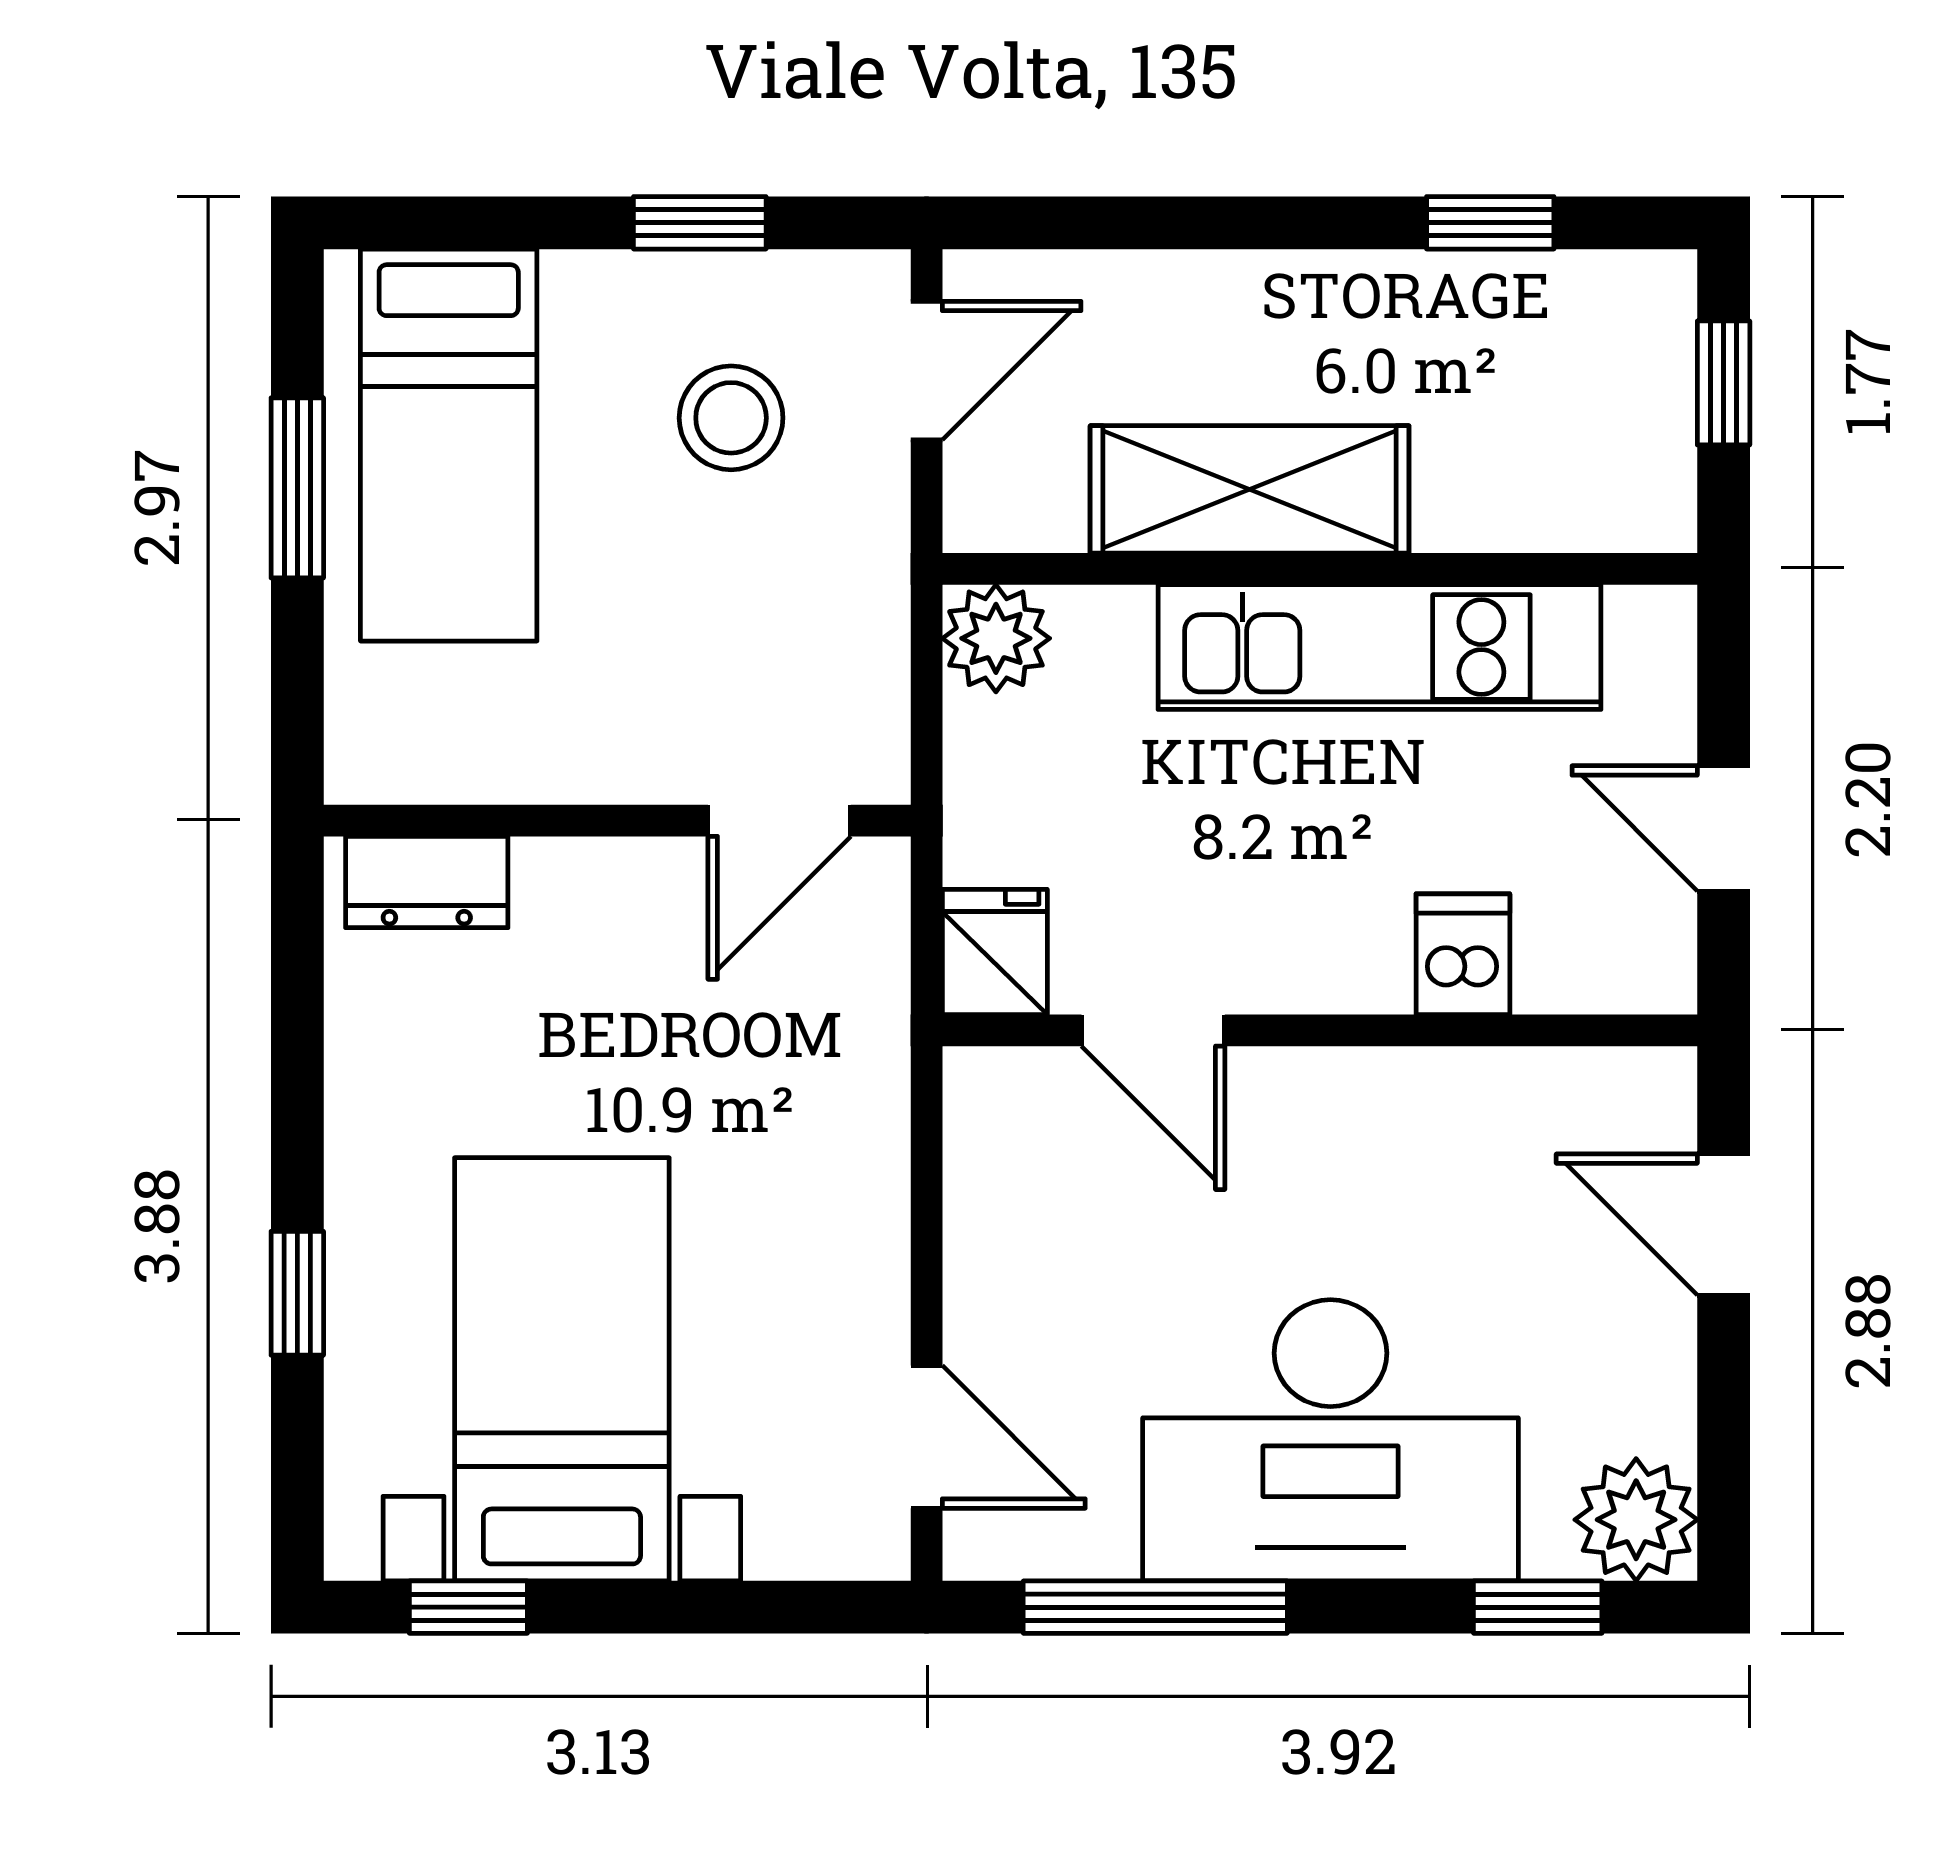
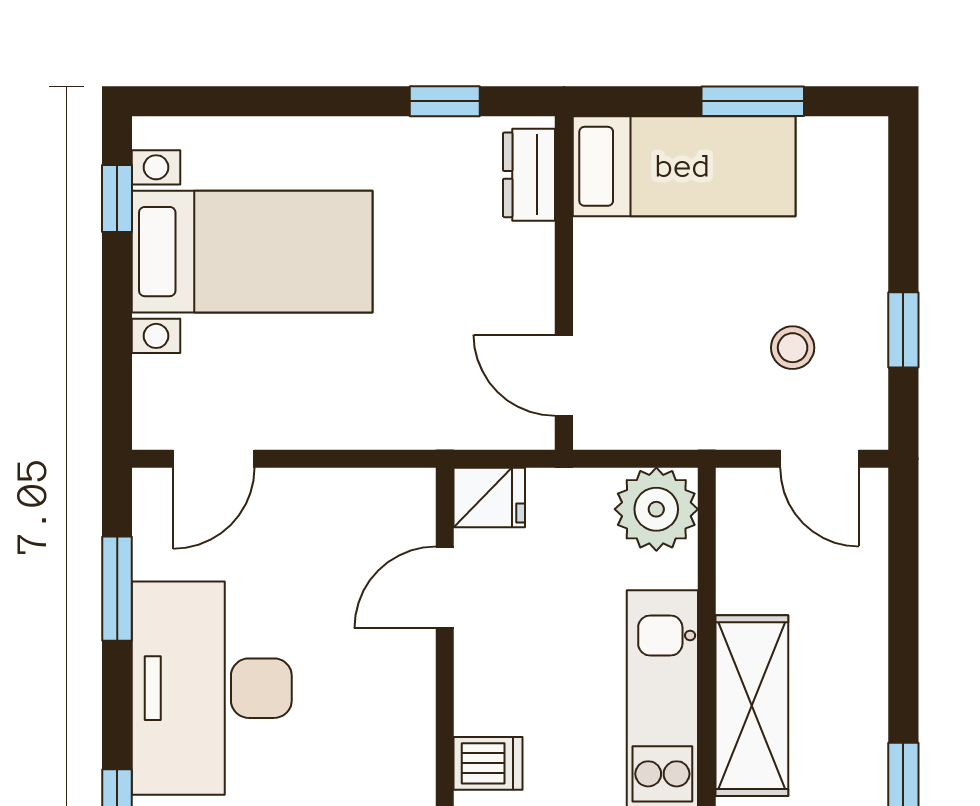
stool: (731, 418) -> (793, 348), width x0.73, depth x0.73
bed: (449, 445) -> (684, 166), moved, turned 180
shelving: (1250, 489) -> (752, 706), moved
plant: (996, 638) -> (656, 509), width x1.36, depth x1.36
window: (297, 1293) -> (445, 101), moved
window: (1155, 1607) -> (117, 589), width x0.69

